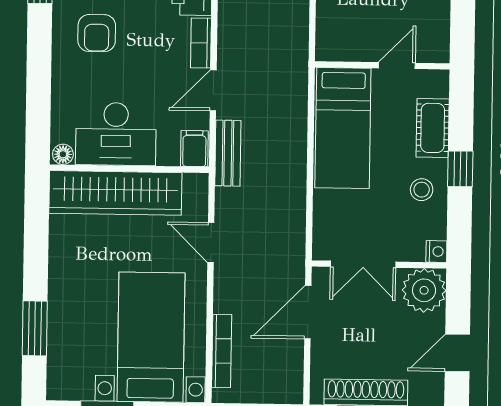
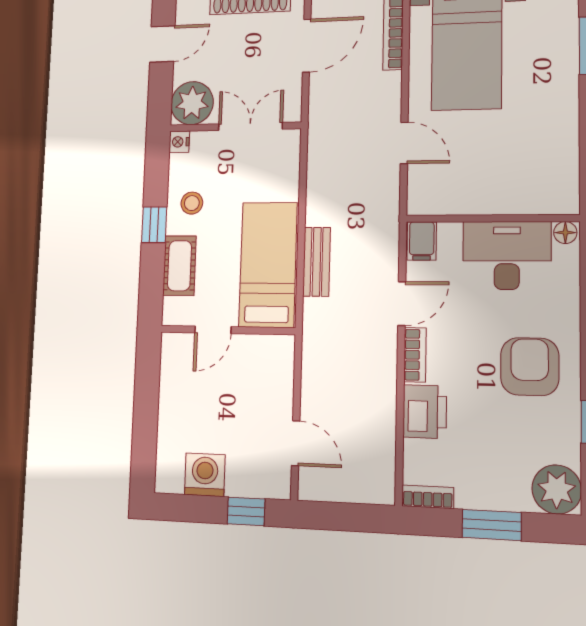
armchair: (97, 33) -> (530, 367), width x1.38, depth x1.38
bench: (228, 153) -> (317, 262), moved
wardrobe: (115, 193) -> (507, 192), removed
door: (308, 312) -> (307, 46), moved

